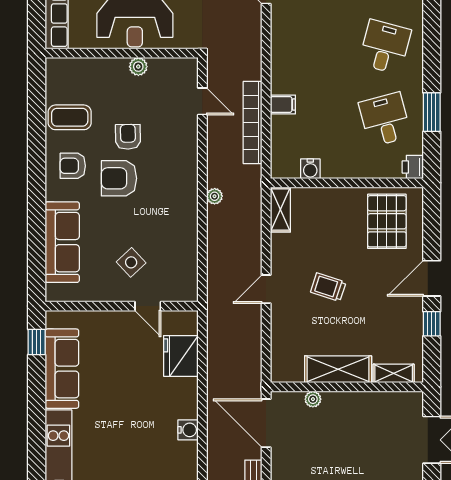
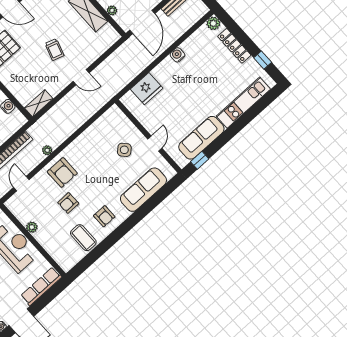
armchair: (119, 178) -> (62, 172), moved
plant: (215, 196) -> (47, 150), moved
door: (148, 306) -> (155, 144), moved

